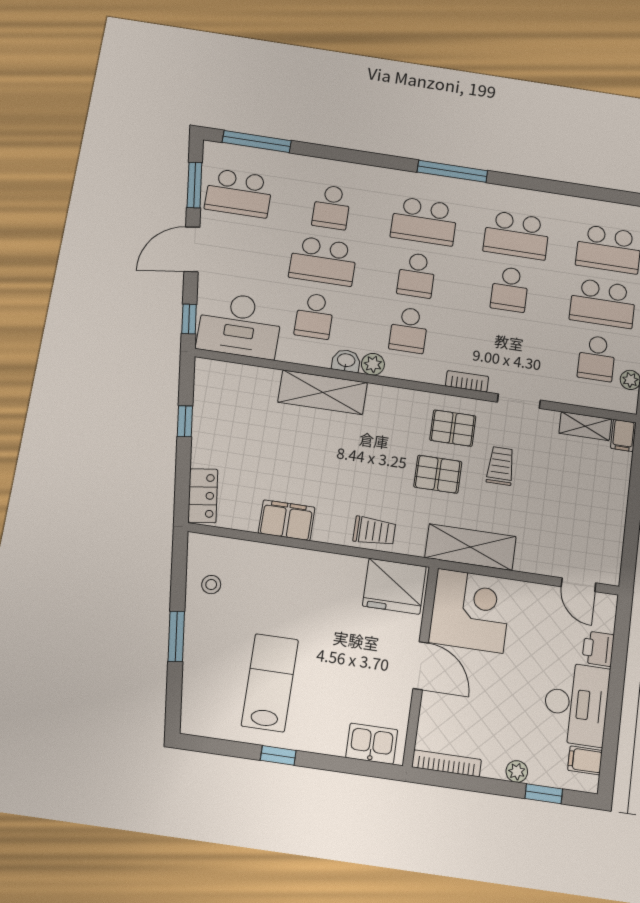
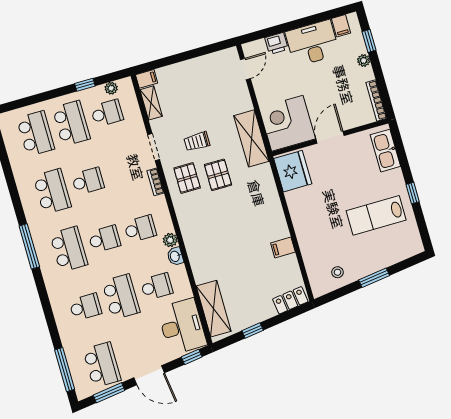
shelving: (323, 392) -> (214, 309), moved
filing cabinet: (287, 520) -> (283, 247), width x0.50
trolley: (374, 531) -> (267, 196), removed
kitchen sink: (372, 744) -> (385, 151), width x1.38

